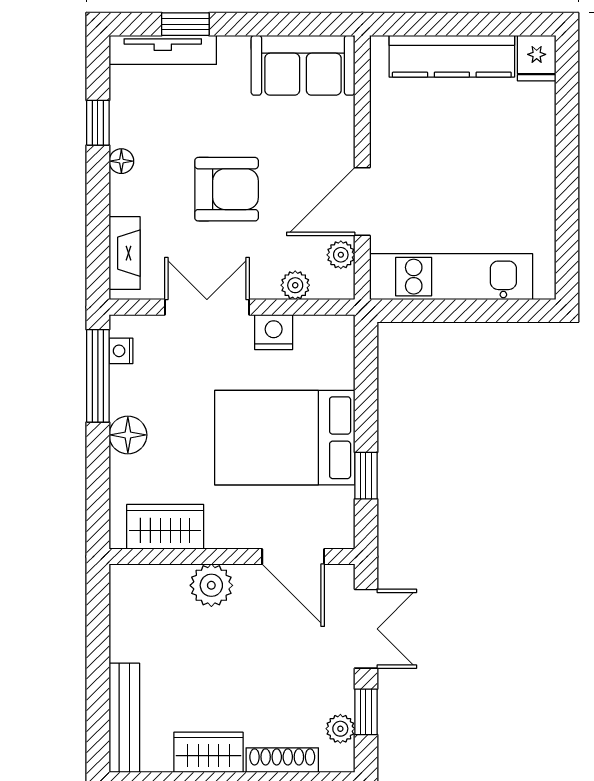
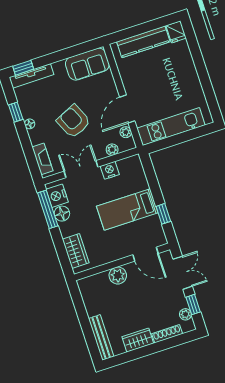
window: (185, 24) -> (23, 68), moved
armchair: (227, 189) -> (74, 121), turned -114
nightstand: (121, 351) -> (57, 196), width x1.89, depth x1.79
floor lamp: (128, 435) -> (62, 214), moved
bed: (285, 438) -> (127, 210), width x0.67
wardrobe: (165, 527) -> (76, 251), moved, turned 90

